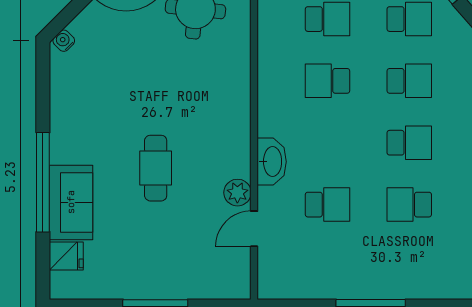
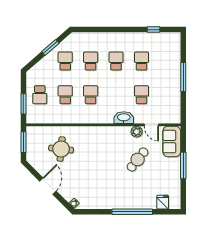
school desk: (327, 81) -> (91, 95), turned 180
cafe table: (156, 168) -> (138, 159), moved, turned -51
sofa: (71, 202) -> (172, 142), moved, turned -90
school desk: (409, 205) -> (141, 61), turned 180

